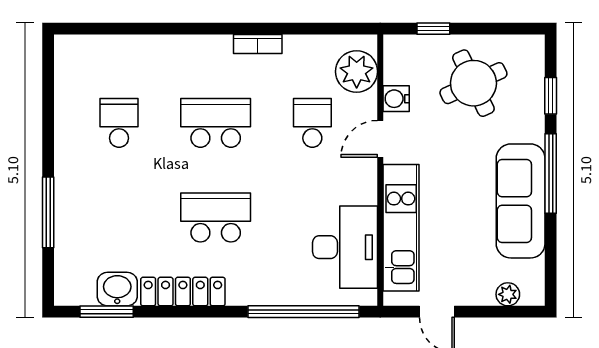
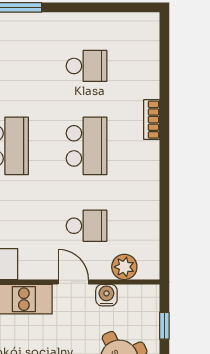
bookcase: (258, 44) -> (152, 120), moved
plant: (357, 72) -> (124, 267), width x0.73, depth x0.73

